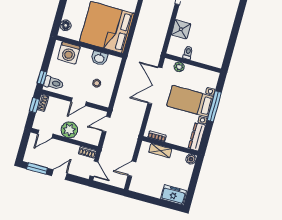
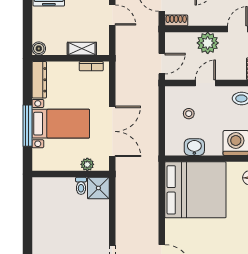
shower: (181, 29) -> (98, 188), moved
door: (132, 169) -> (112, 15), hinge flipped

